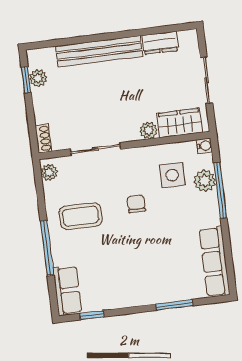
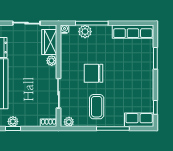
side table: (172, 175) -> (79, 50), removed
chair: (136, 204) -> (94, 73), width x1.87, depth x1.87

